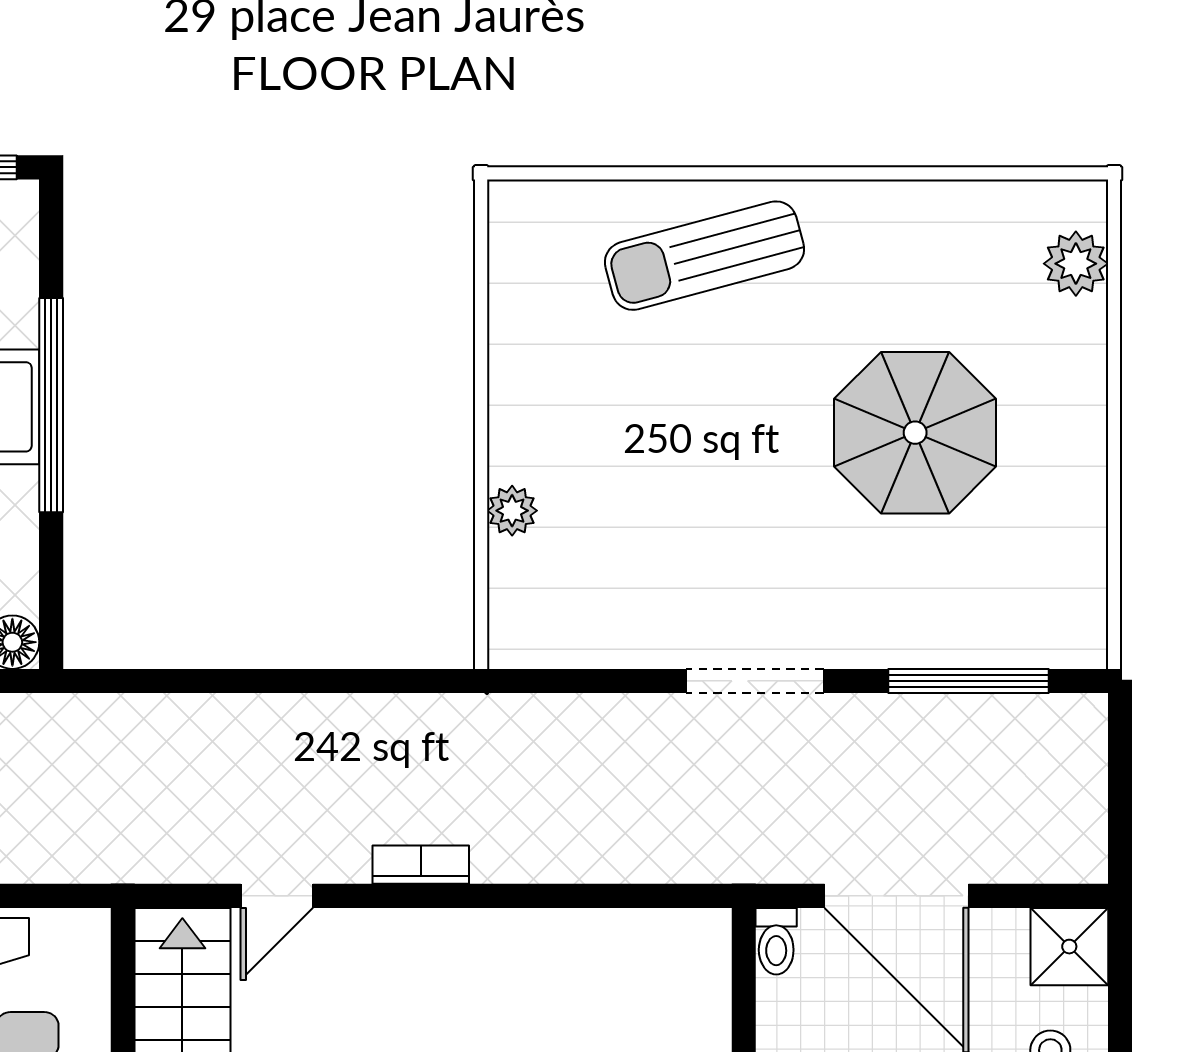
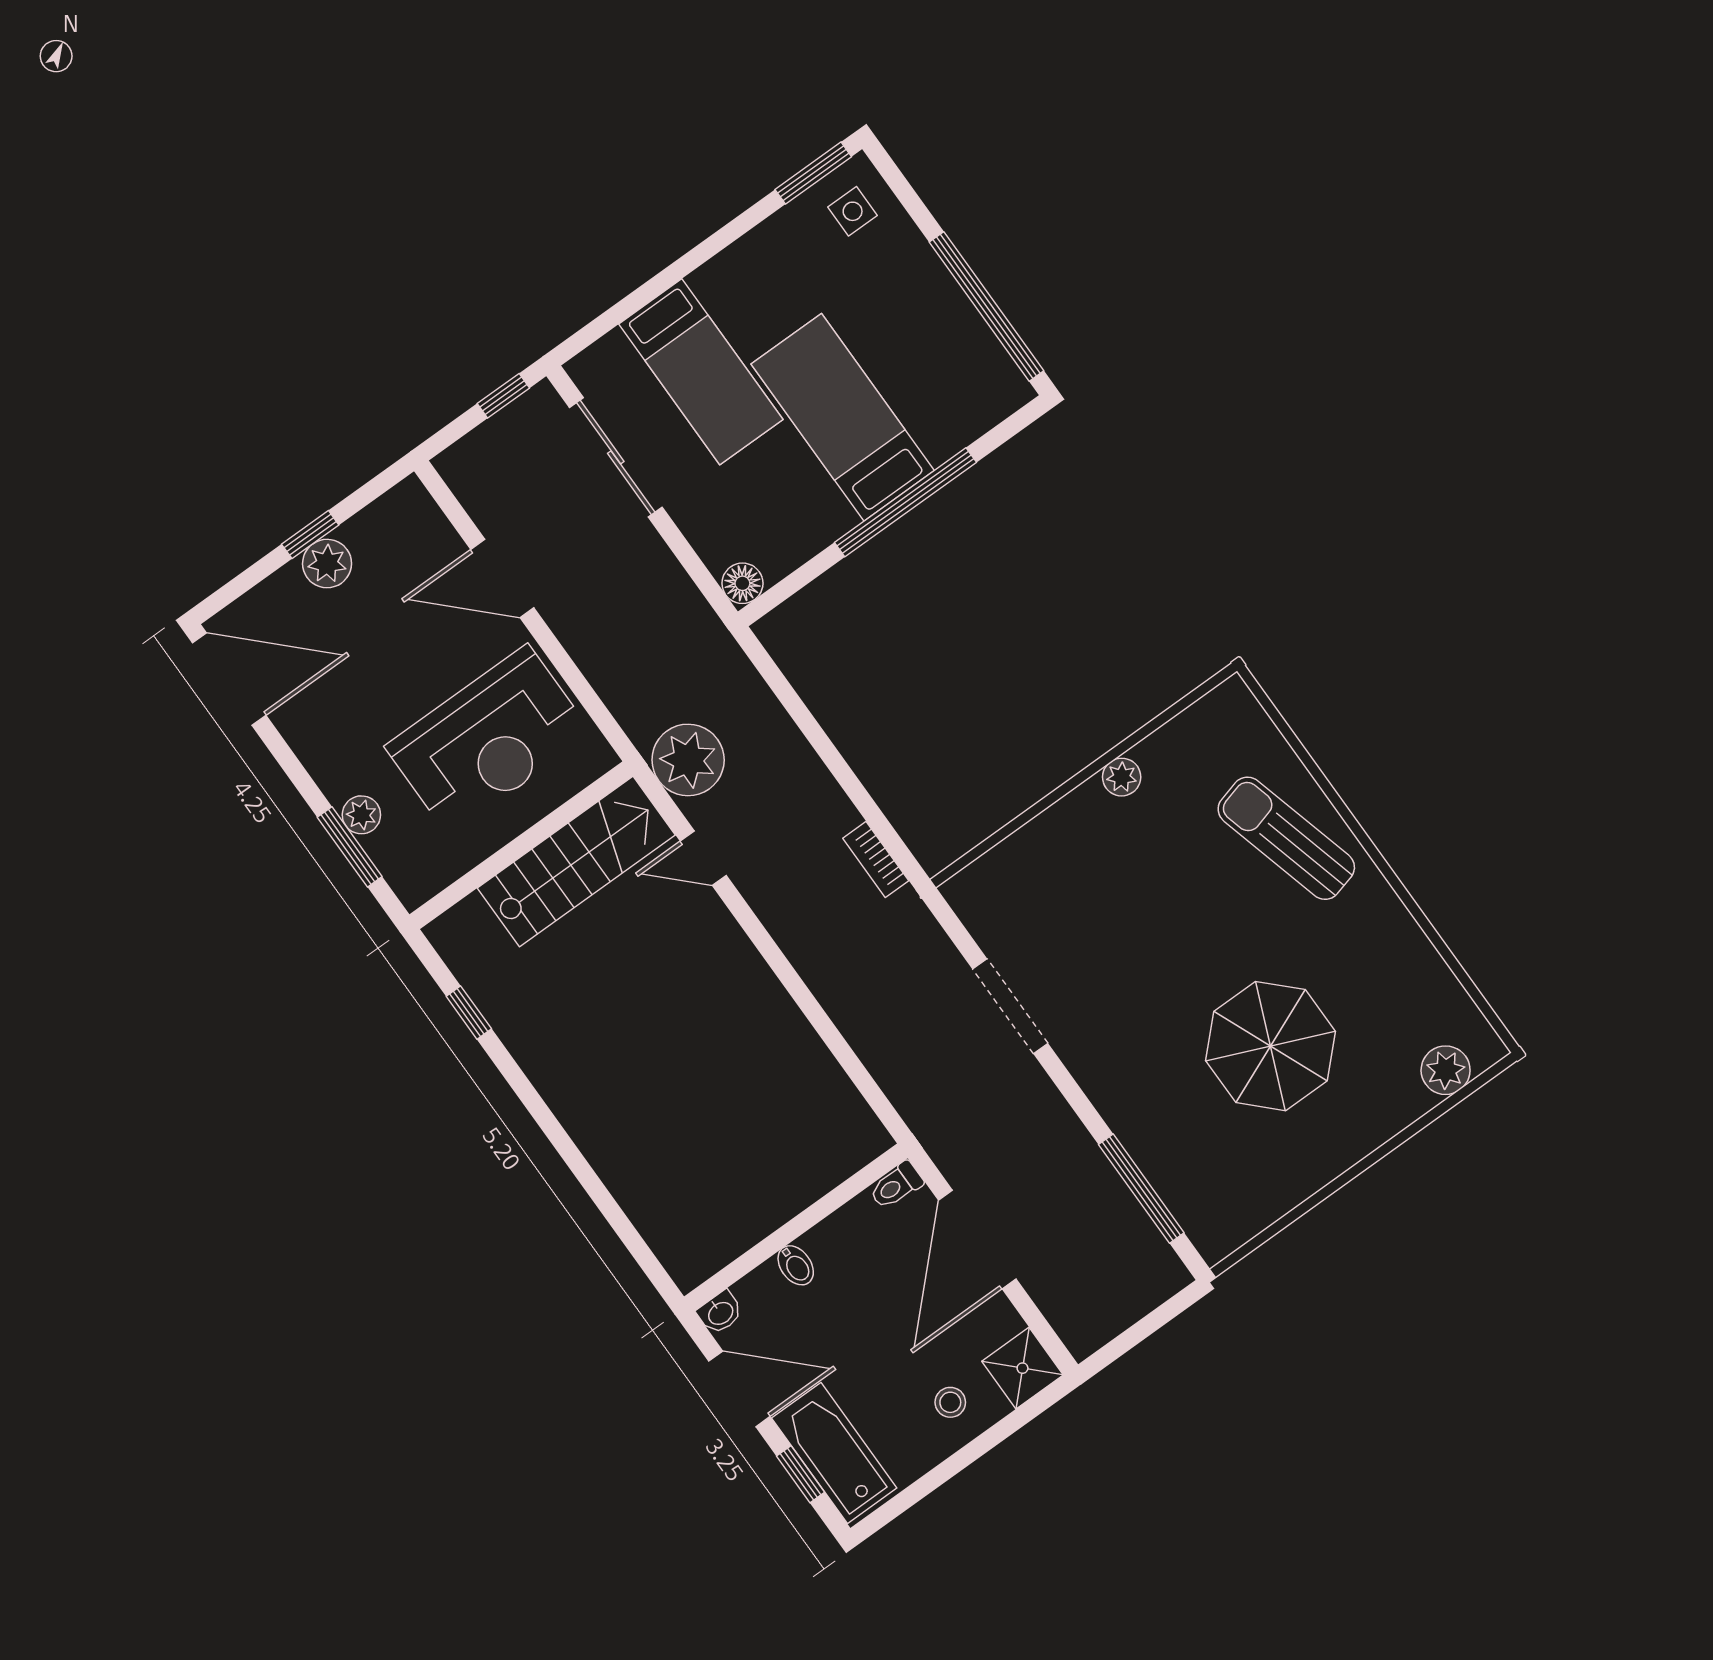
plant: (512, 511) -> (1122, 777), moved
doorway: (755, 681) -> (1010, 1006), moved
plant: (160, 837) -> (688, 760), added
bookcase: (421, 865) -> (876, 859), moved, turned 180

